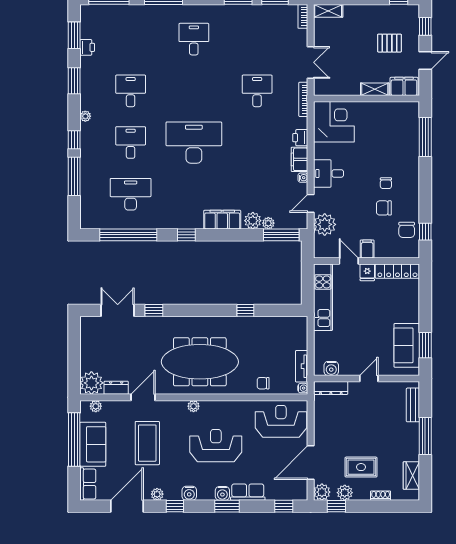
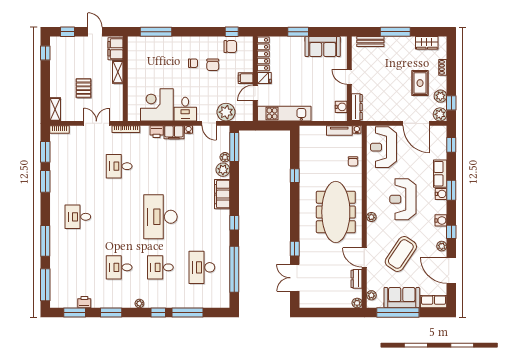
pallet: (389, 43) -> (83, 88), moved
corner desk: (334, 122) -> (157, 105), moved
window: (425, 345) -> (298, 32), moved
plant: (91, 383) -> (357, 303), width x0.53, depth x0.53
coffee table: (147, 443) -> (401, 254), turned -56

